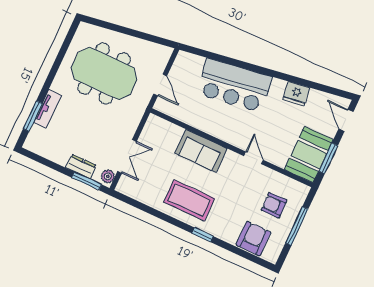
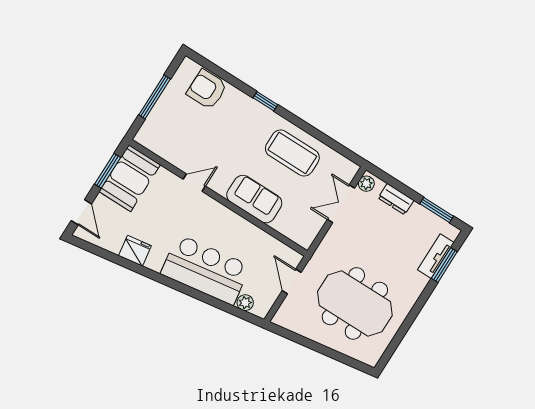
plant: (197, 62) -> (245, 303), added
tv unit: (47, 109) -> (436, 256), moved
door: (254, 158) -> (194, 183), swing flipped
window: (87, 181) -> (437, 210), moved
coffee table: (189, 200) -> (292, 153), moved
armchair: (274, 205) -> (178, 125), removed
armchair: (253, 238) -> (207, 89), turned 90

